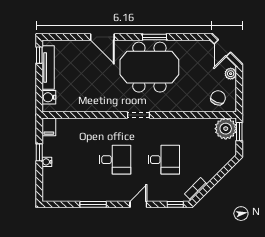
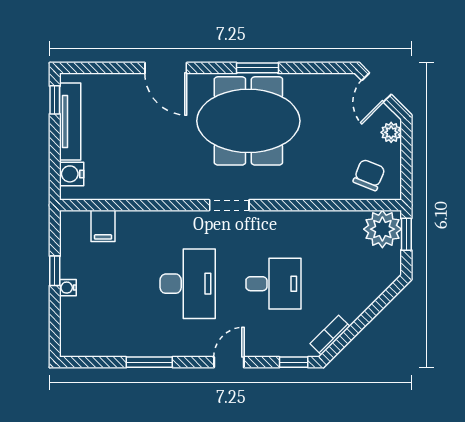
filing cabinet: (49, 127) -> (103, 226), moved
desk: (115, 160) -> (188, 284), width x1.37

